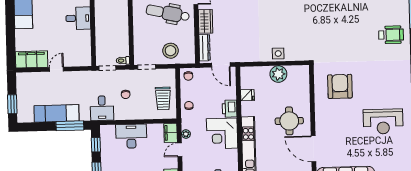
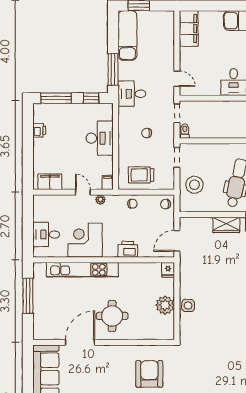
dresser: (205, 48) -> (197, 223), removed
door: (56, 69) -> (177, 79), moved
armchair: (340, 86) -> (149, 374), turned -90
fridge: (247, 95) -> (168, 270), moved
desk: (102, 108) -> (132, 94), moved
exam couch: (57, 113) -> (127, 36), moved
filing cabinet: (171, 133) -> (108, 182), width x0.50
corner desk: (222, 133) -> (85, 240), moved

